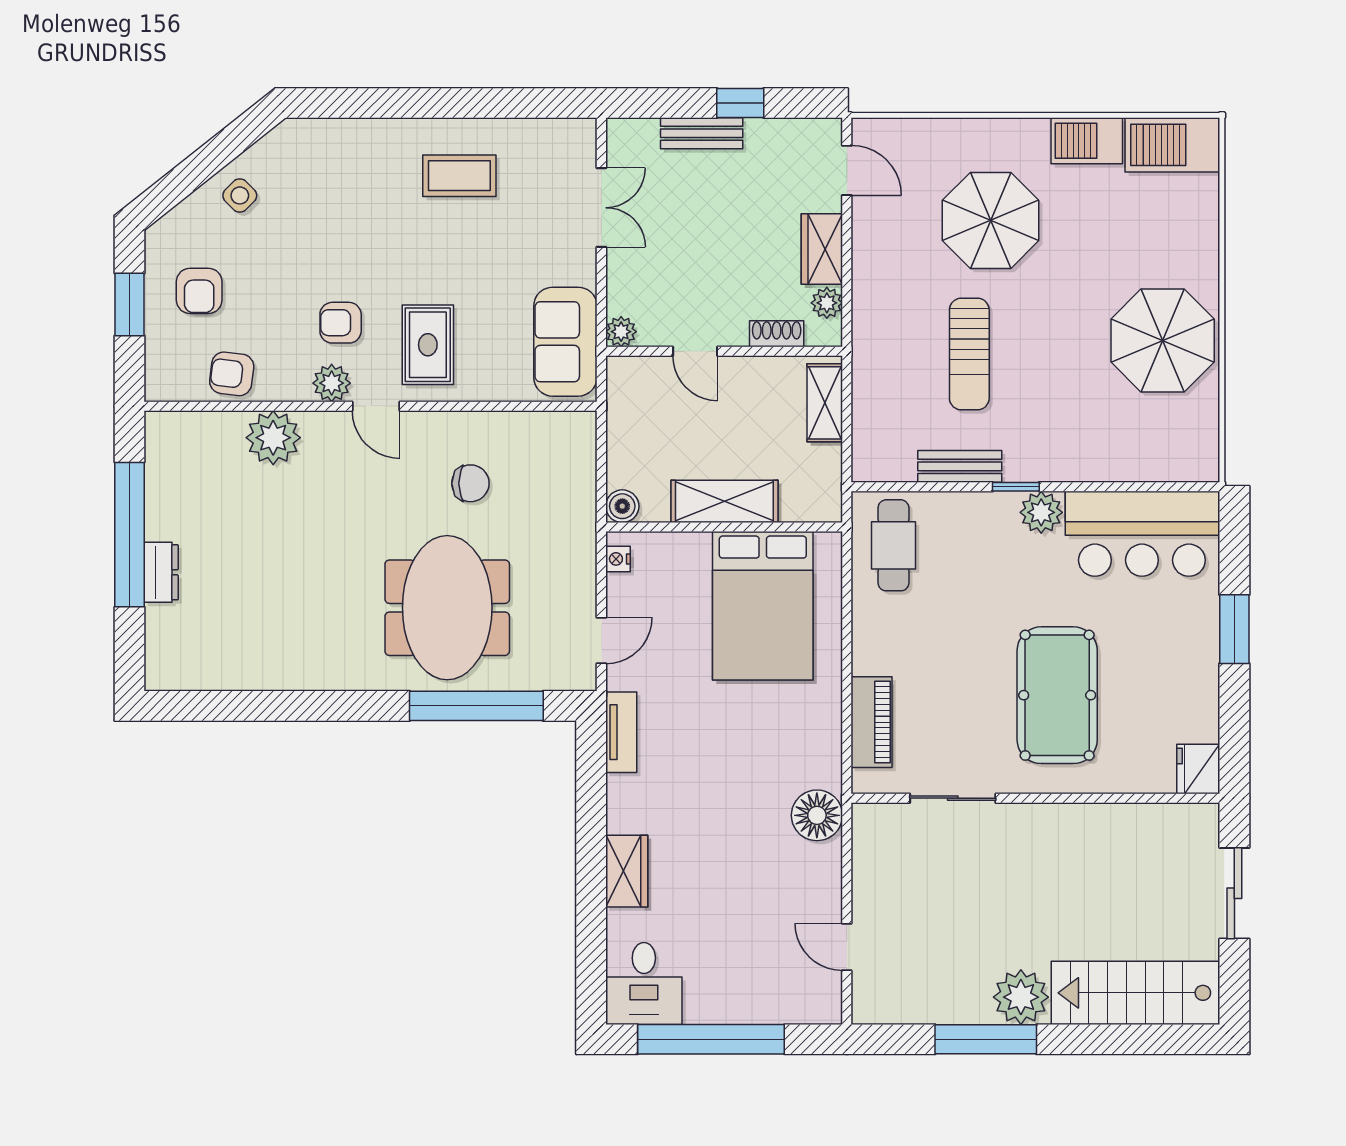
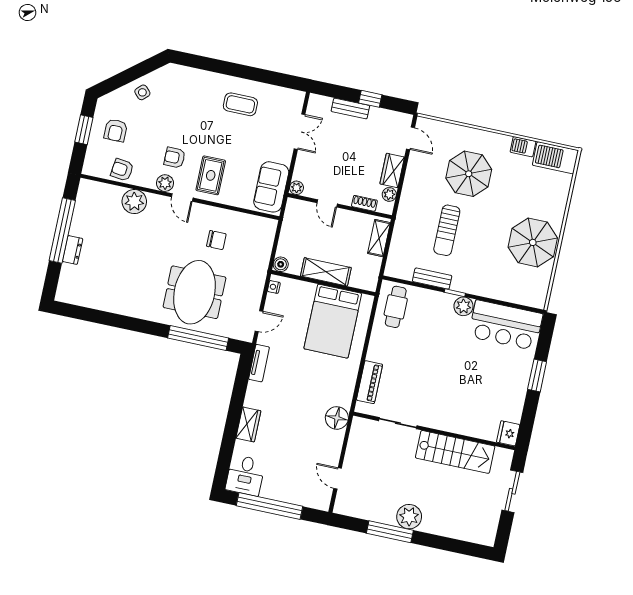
barbecue: (1087, 141) -> (523, 147), width x0.73, depth x0.79
pool table: (1057, 695) -> (453, 388), removed
stairs: (1136, 993) -> (455, 452), moved, turned 180

